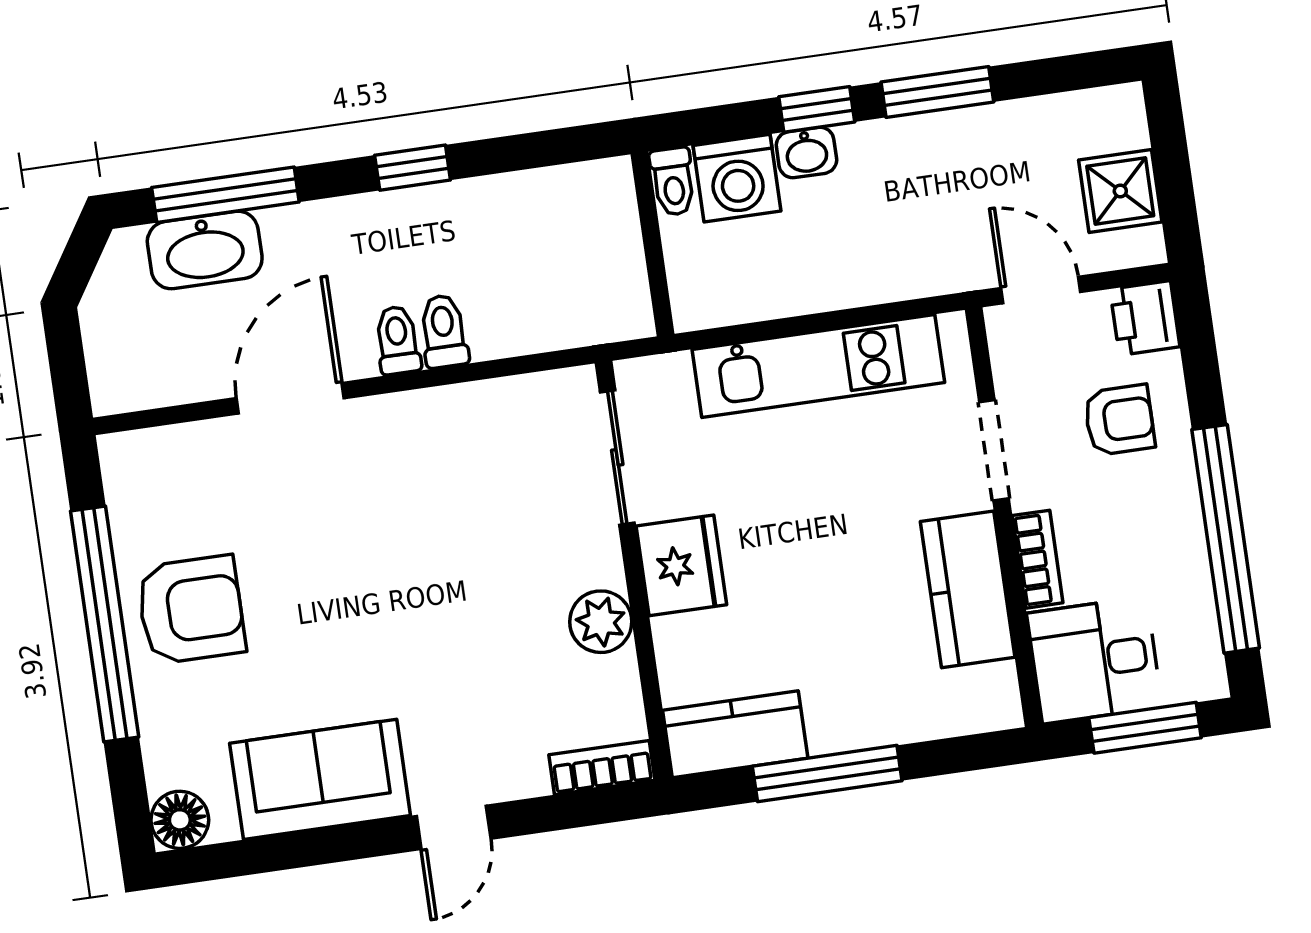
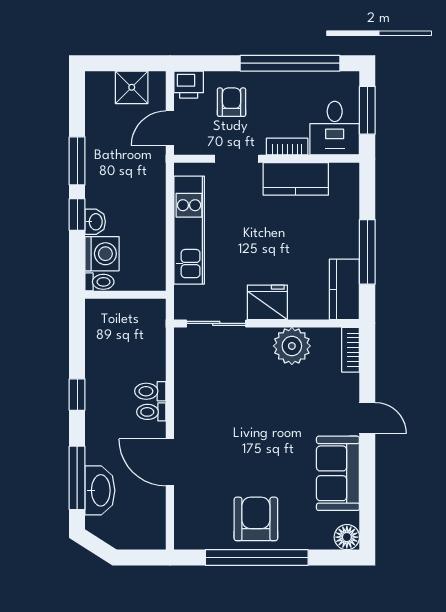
plant: (601, 622) -> (292, 346), width x1.36, depth x1.36

